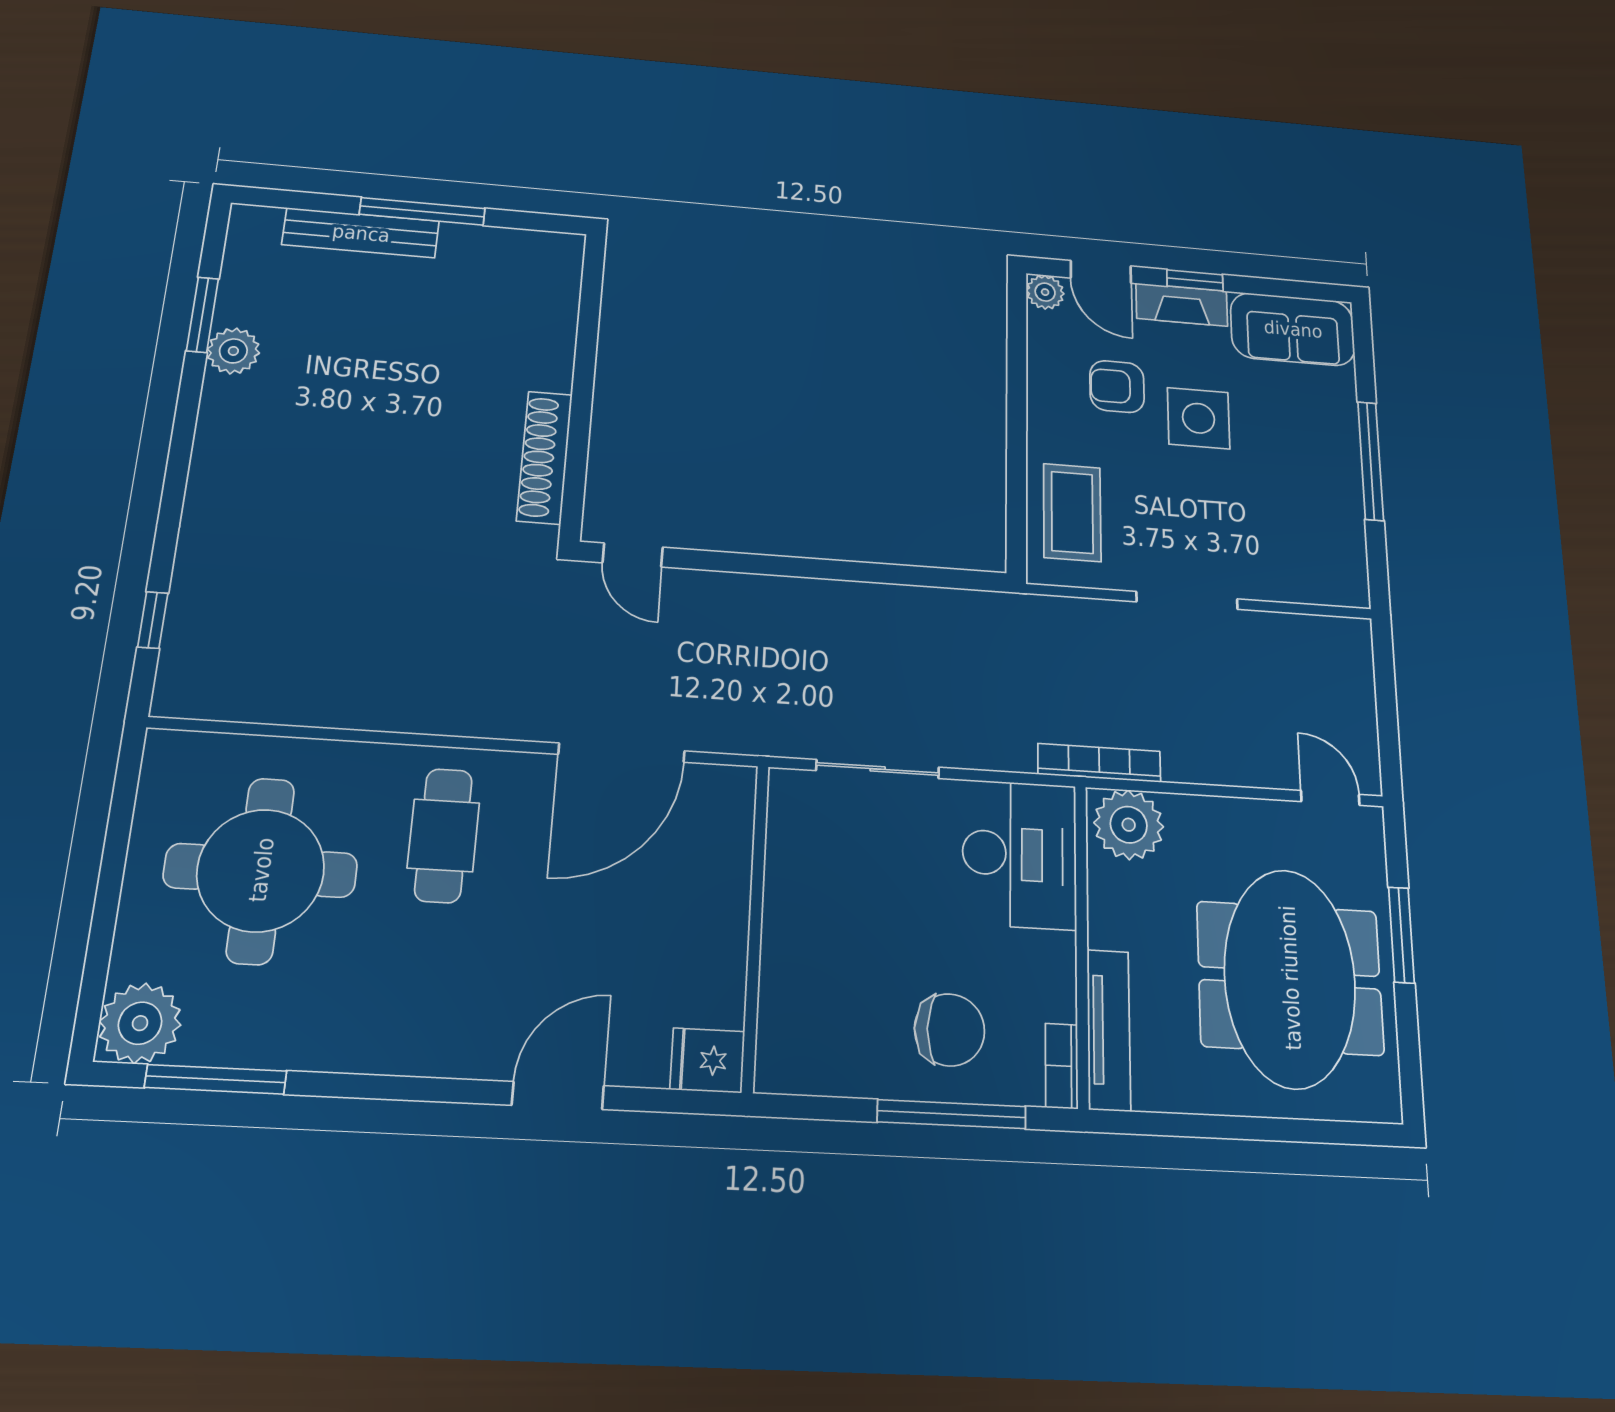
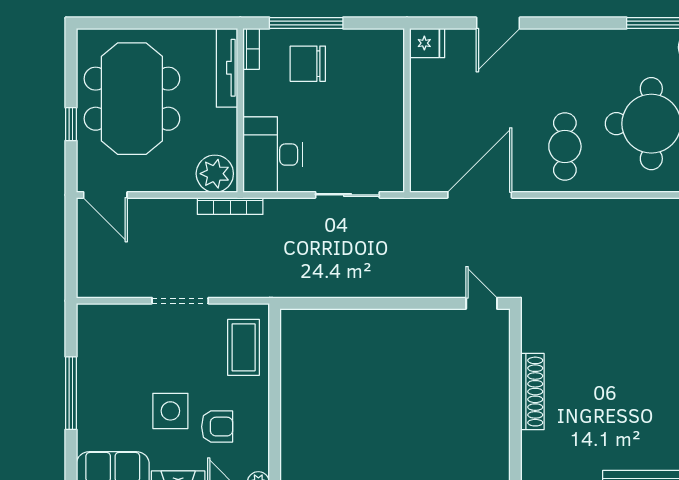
shoe rack: (545, 457) -> (532, 392), moved
door: (1330, 798) -> (105, 195), width x1.38
window: (1401, 935) -> (71, 124), width x0.67

